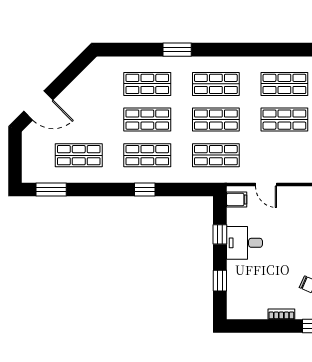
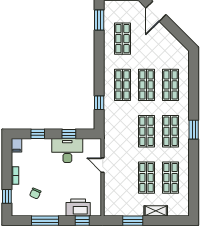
window: (177, 50) -> (194, 130), moved
shop shelf: (216, 155) -> (122, 131), removed
door: (266, 185) -> (103, 165), hinge flipped
window: (145, 190) -> (99, 103), moved
filing cabinet: (237, 200) -> (17, 145), moved
desk: (244, 243) -> (67, 151), width x1.37

